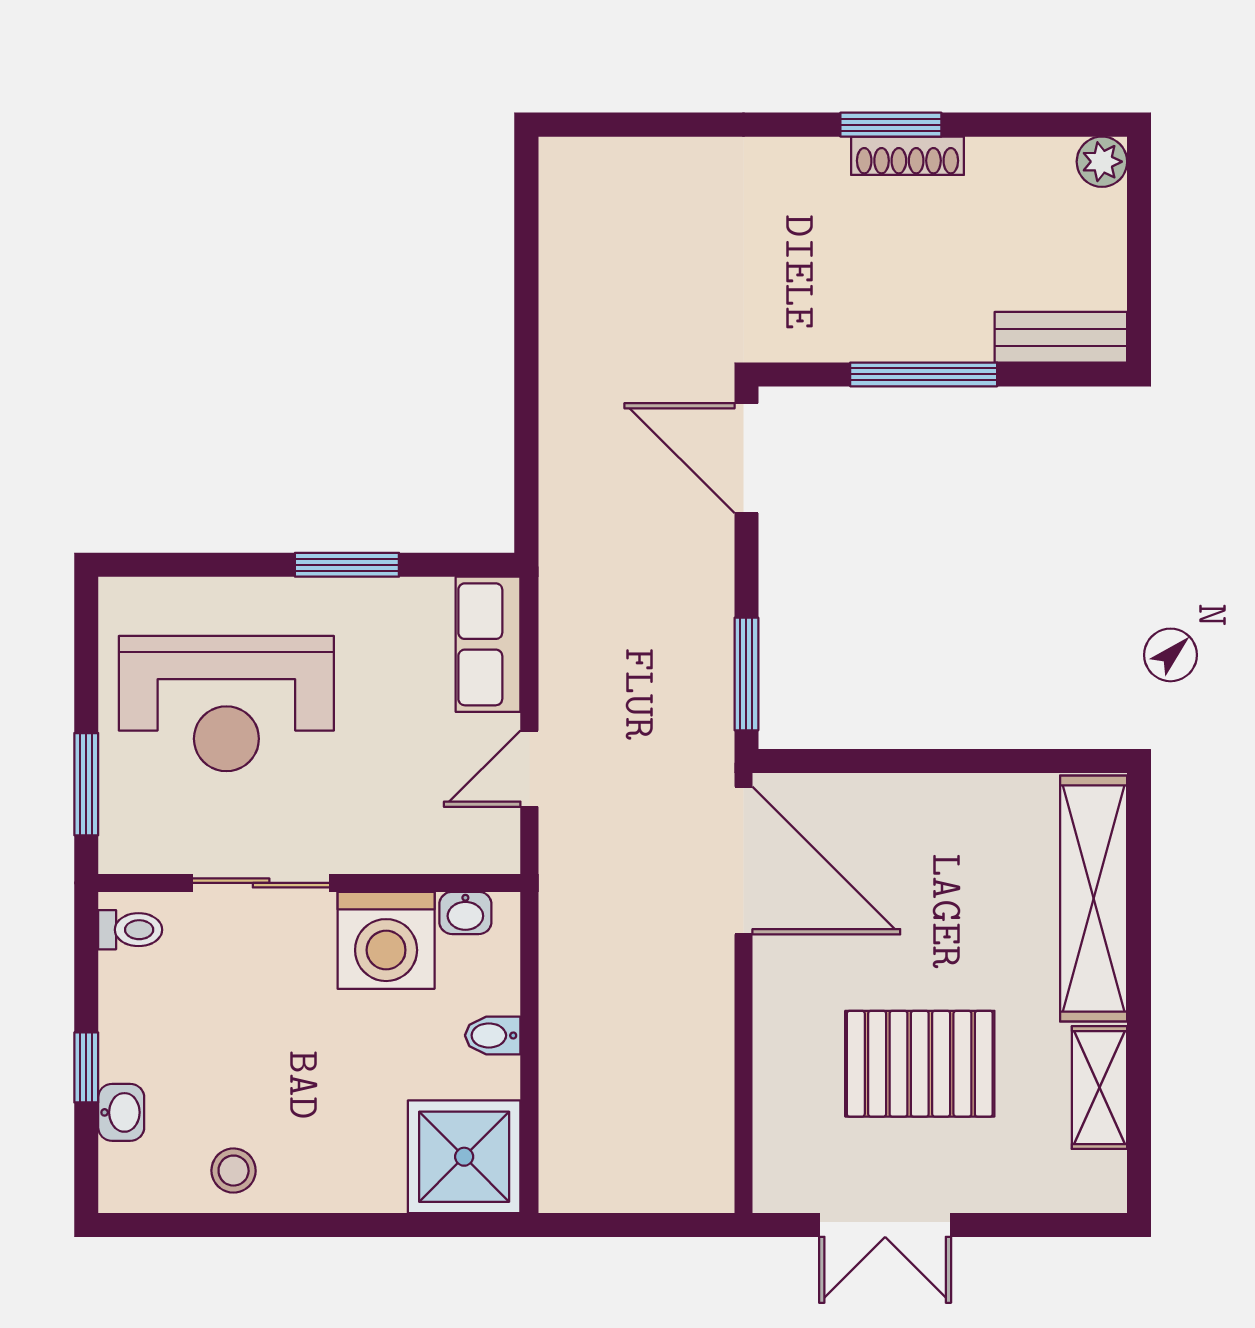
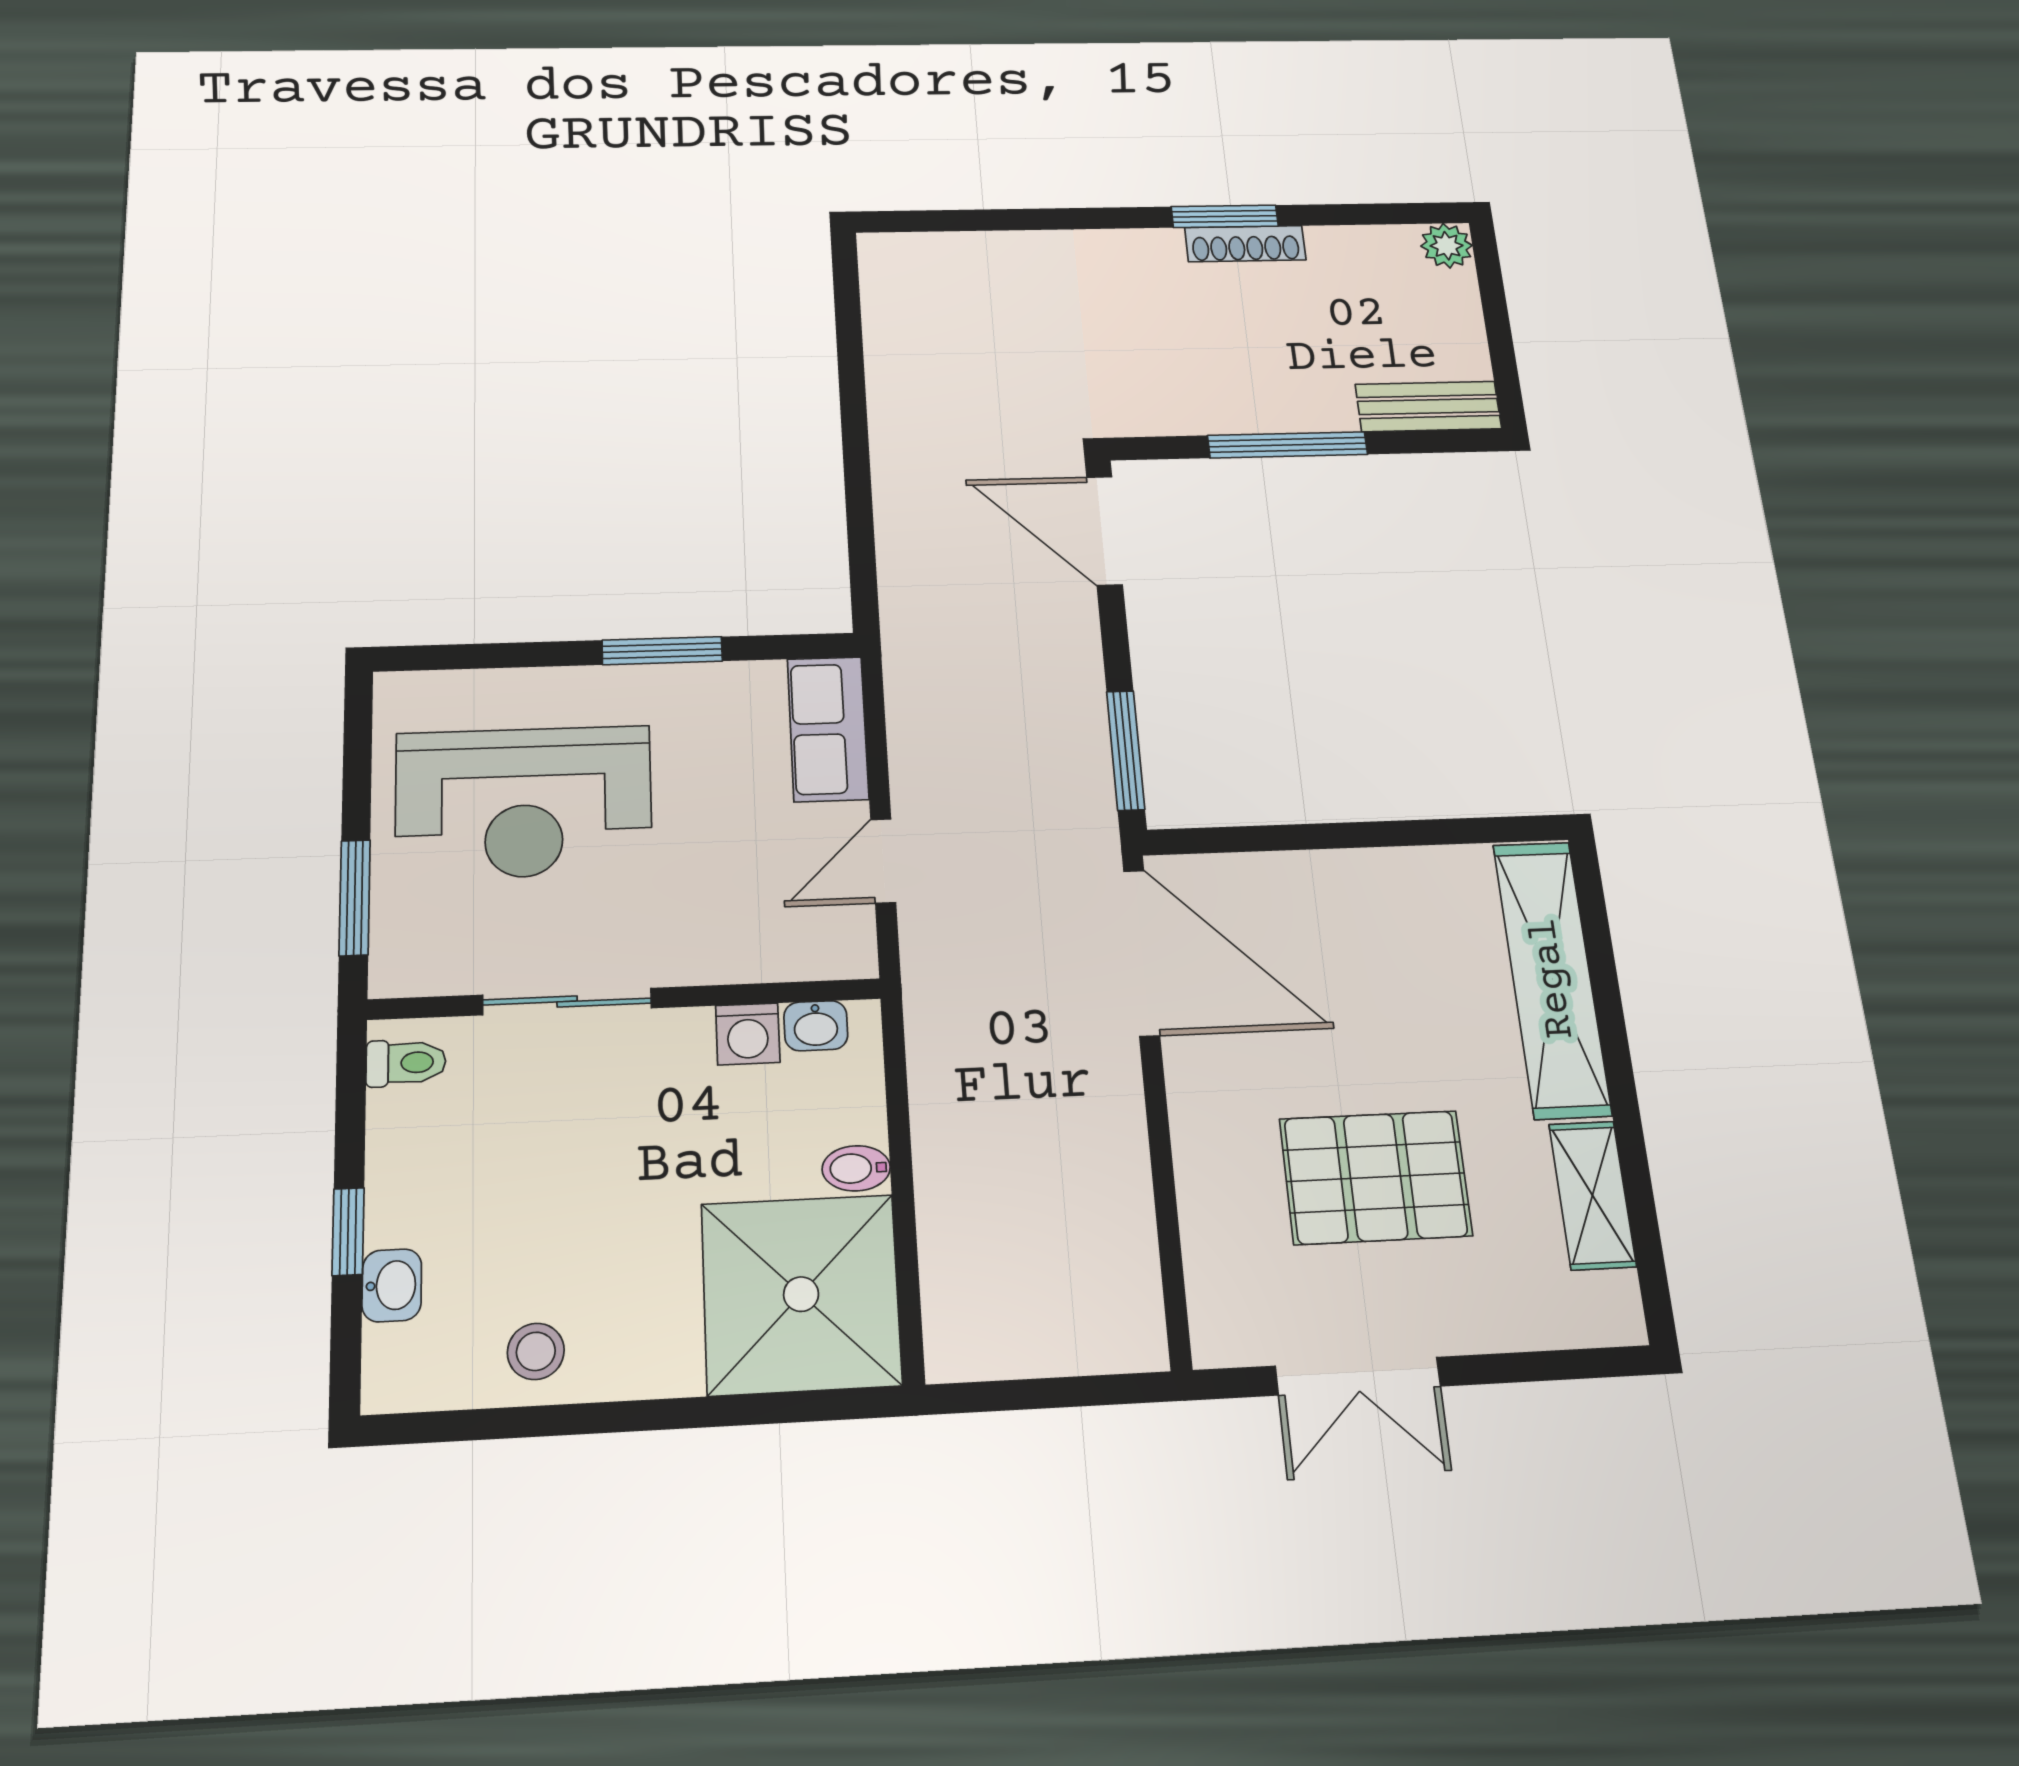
washing machine: (386, 940) -> (748, 1034), width x0.53, depth x0.53
shower: (464, 1157) -> (801, 1294), width x1.37, depth x1.37

